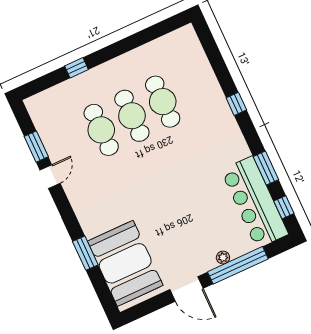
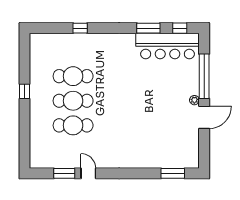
window: (77, 68) -> (24, 91), moved
window: (236, 104) -> (80, 28), moved
window: (85, 253) -> (173, 173), moved
plant: (223, 258) -> (194, 100), moved
booth: (125, 263) -> (168, 150), removed

